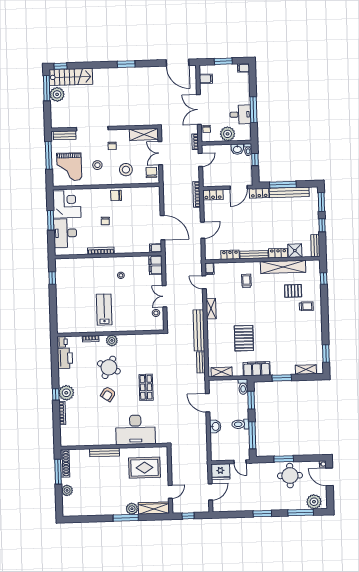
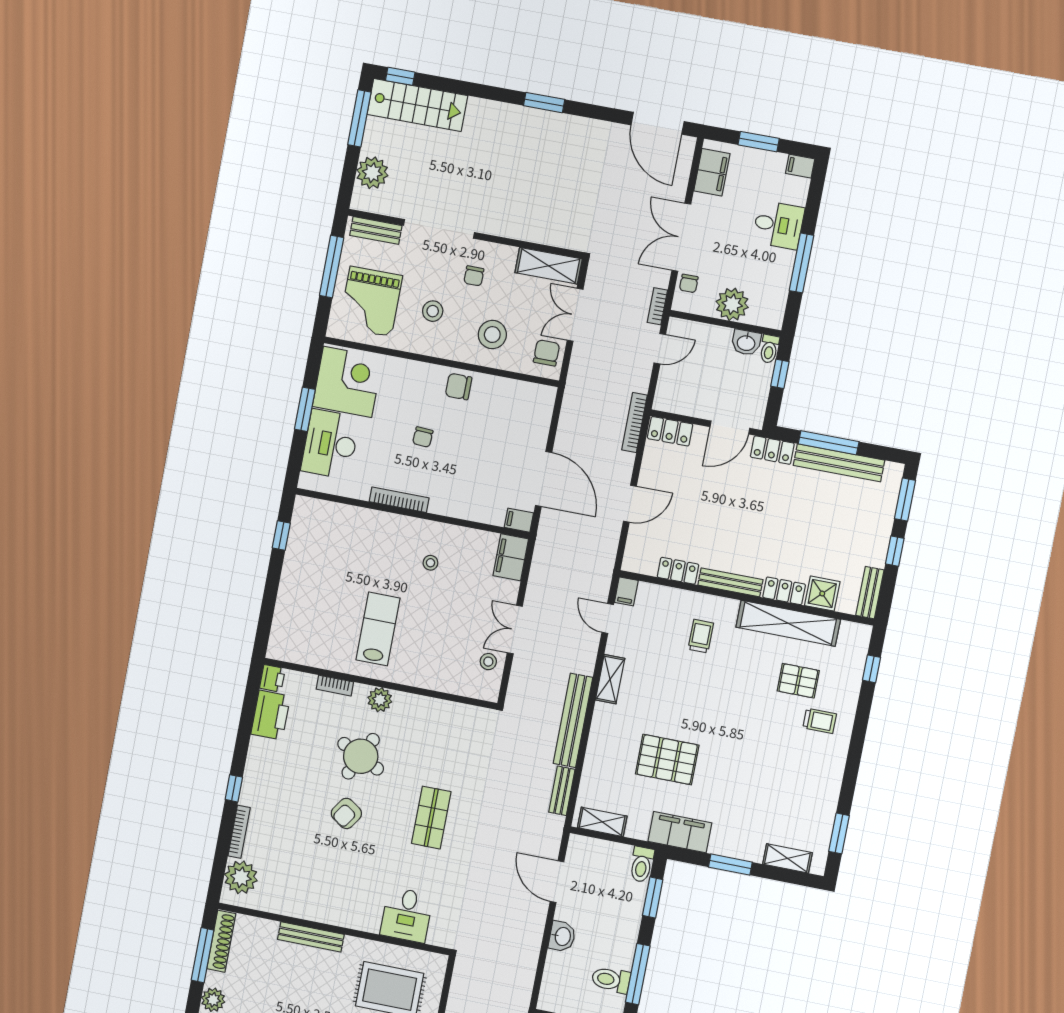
filing cabinet: (206, 79) -> (712, 172), width x2.00
plant: (57, 94) -> (372, 173), moved
desk: (240, 115) -> (778, 225), moved
pallet: (244, 338) -> (667, 760), turned 90
plant: (66, 393) -> (241, 877), moved
toilet: (240, 424) -> (611, 980), moved
desk: (136, 430) -> (407, 915), width x0.53, depth x0.77

